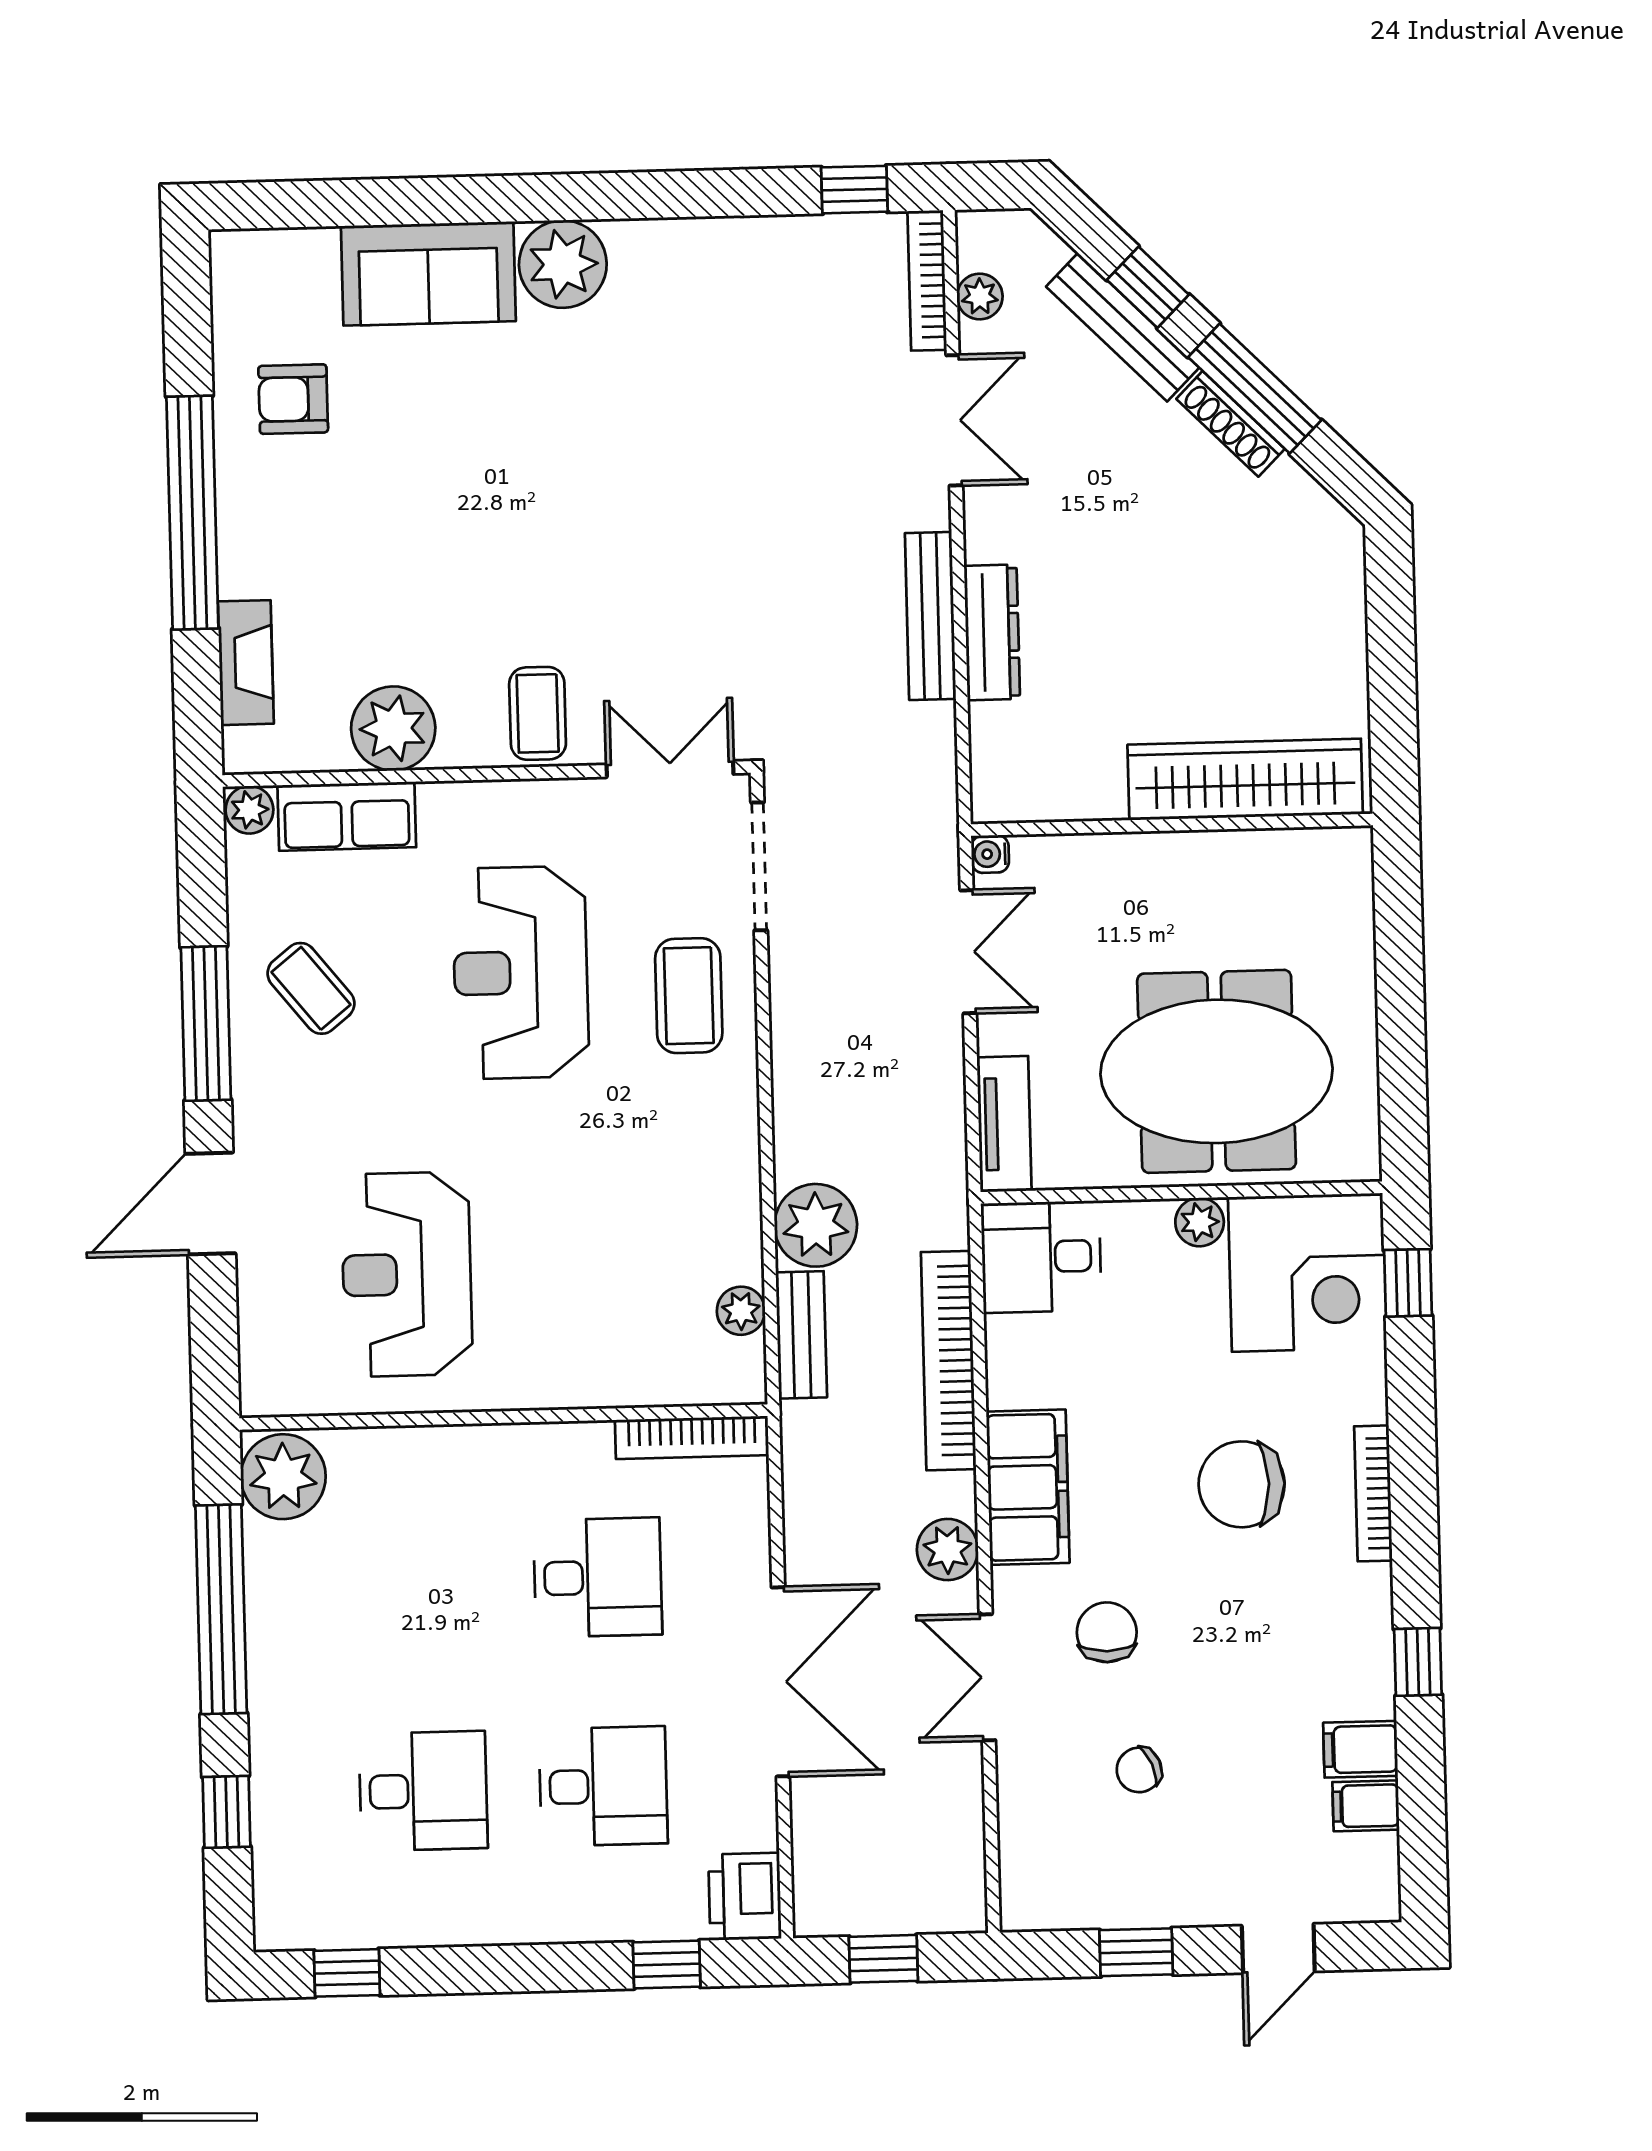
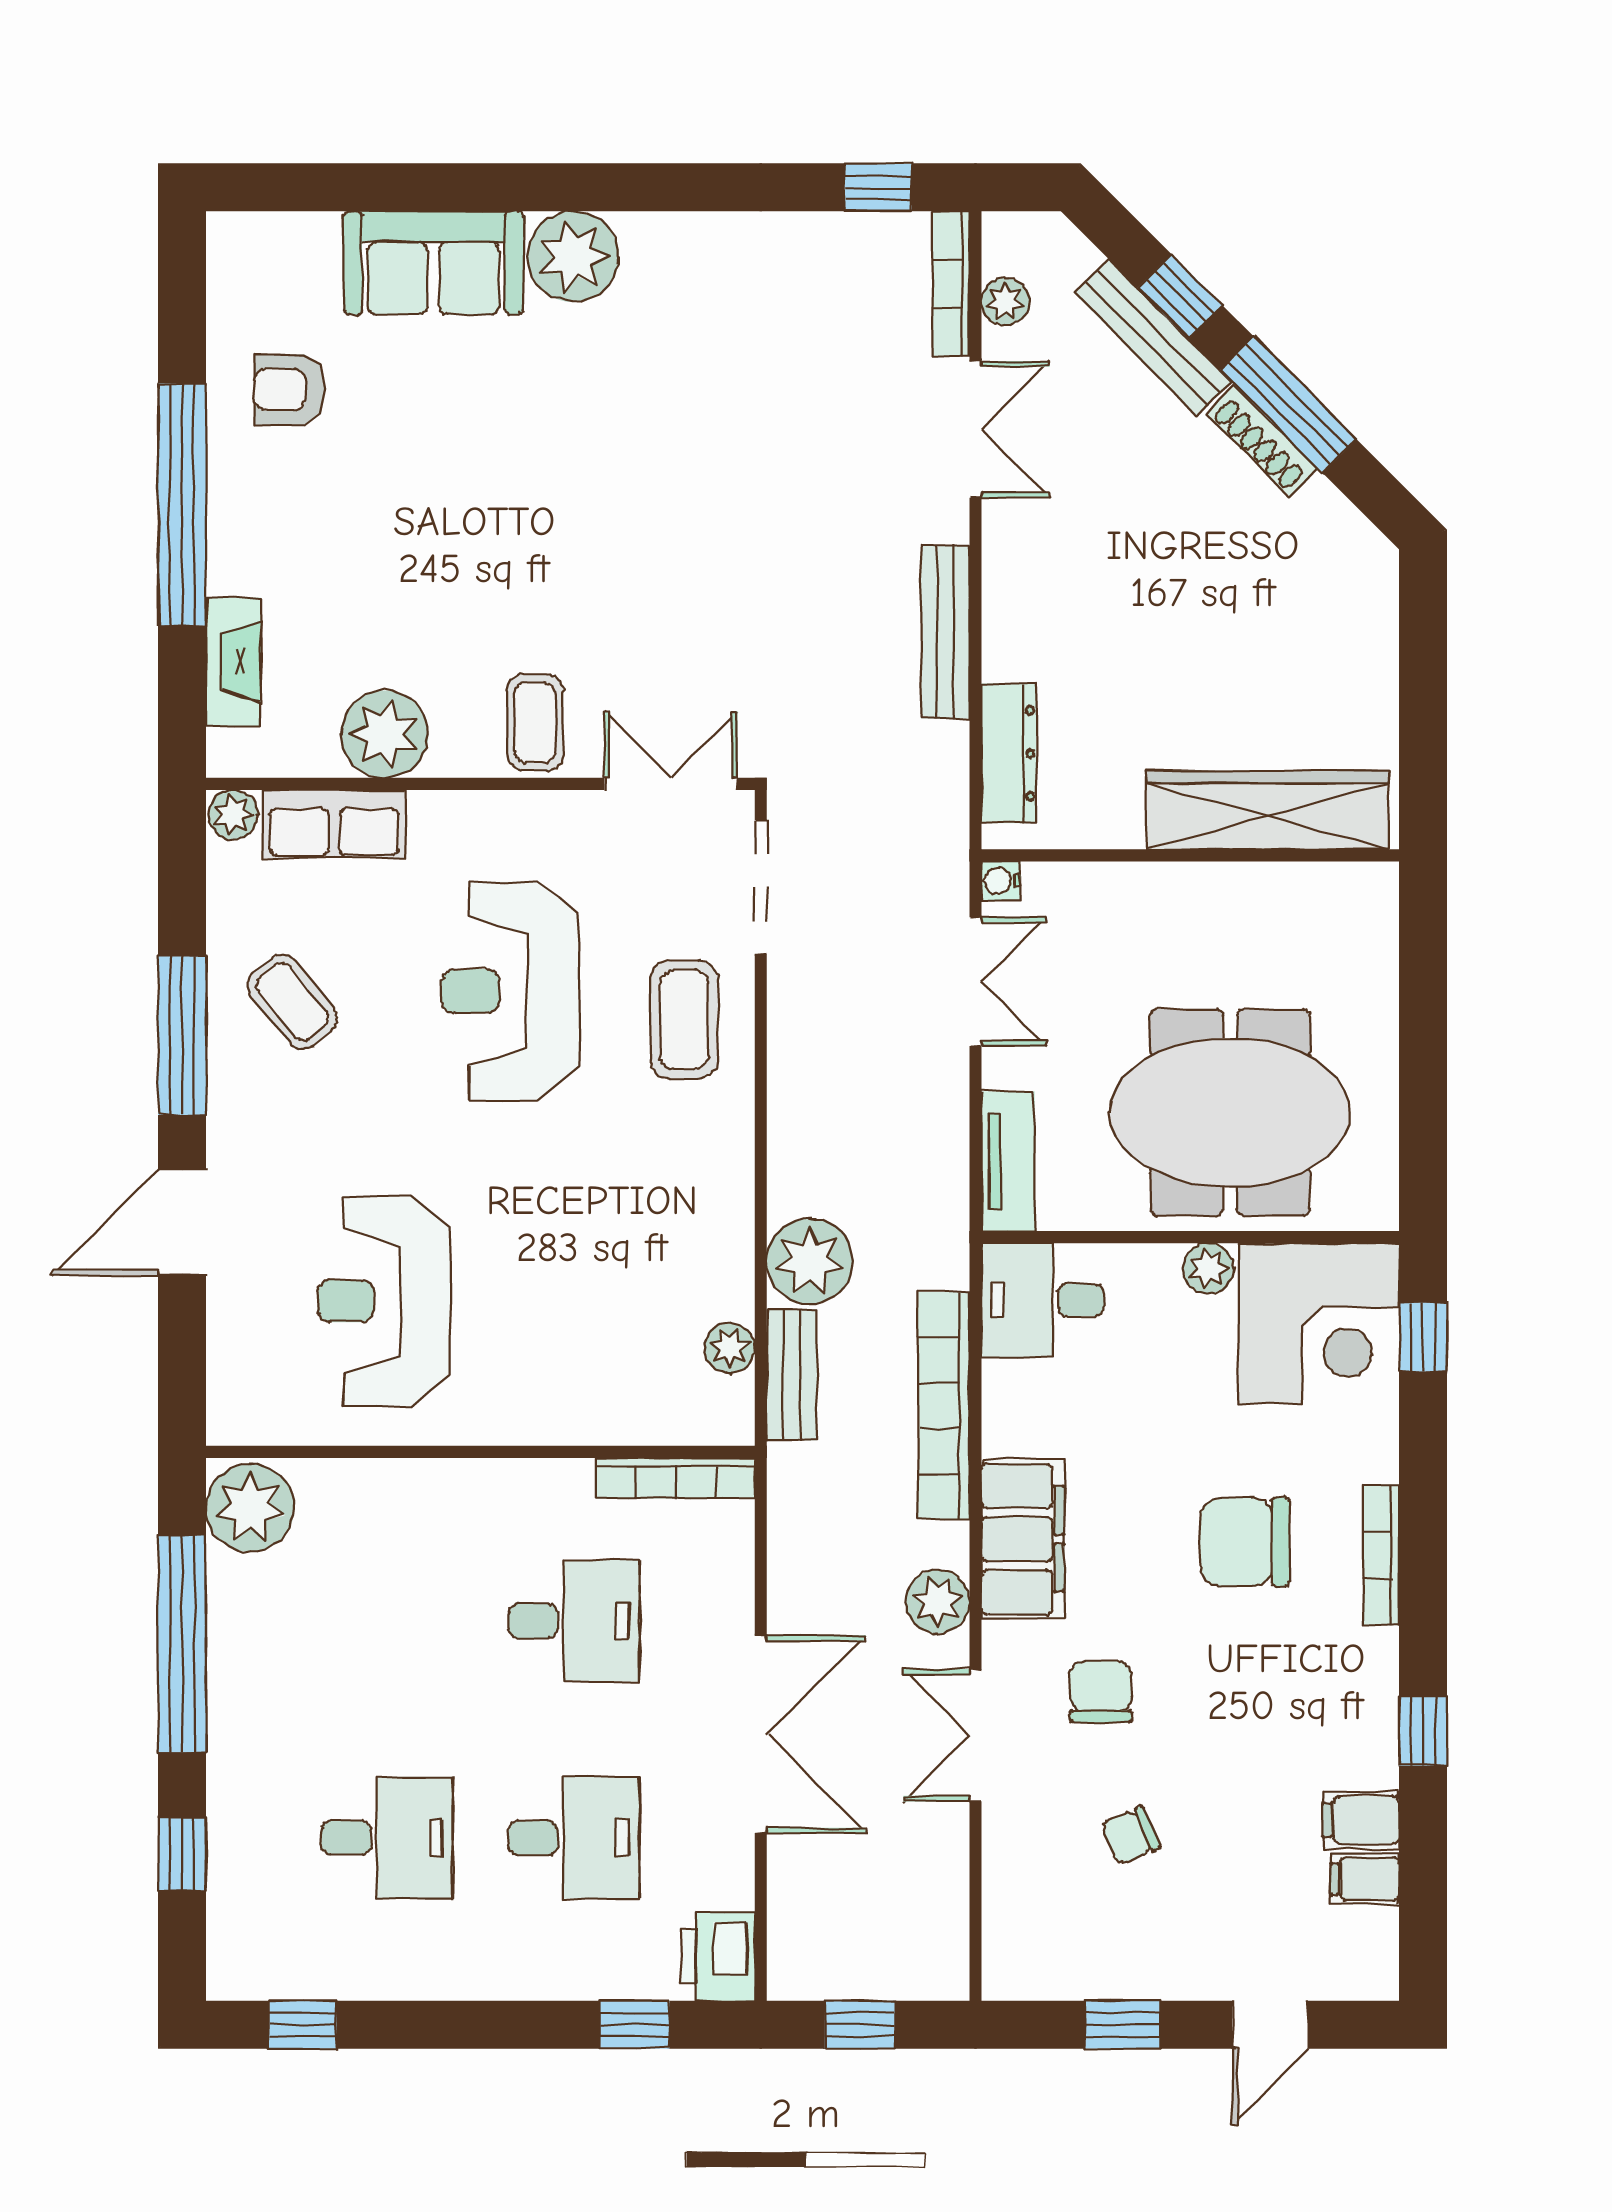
dresser: (992, 632) -> (1009, 753), moved

